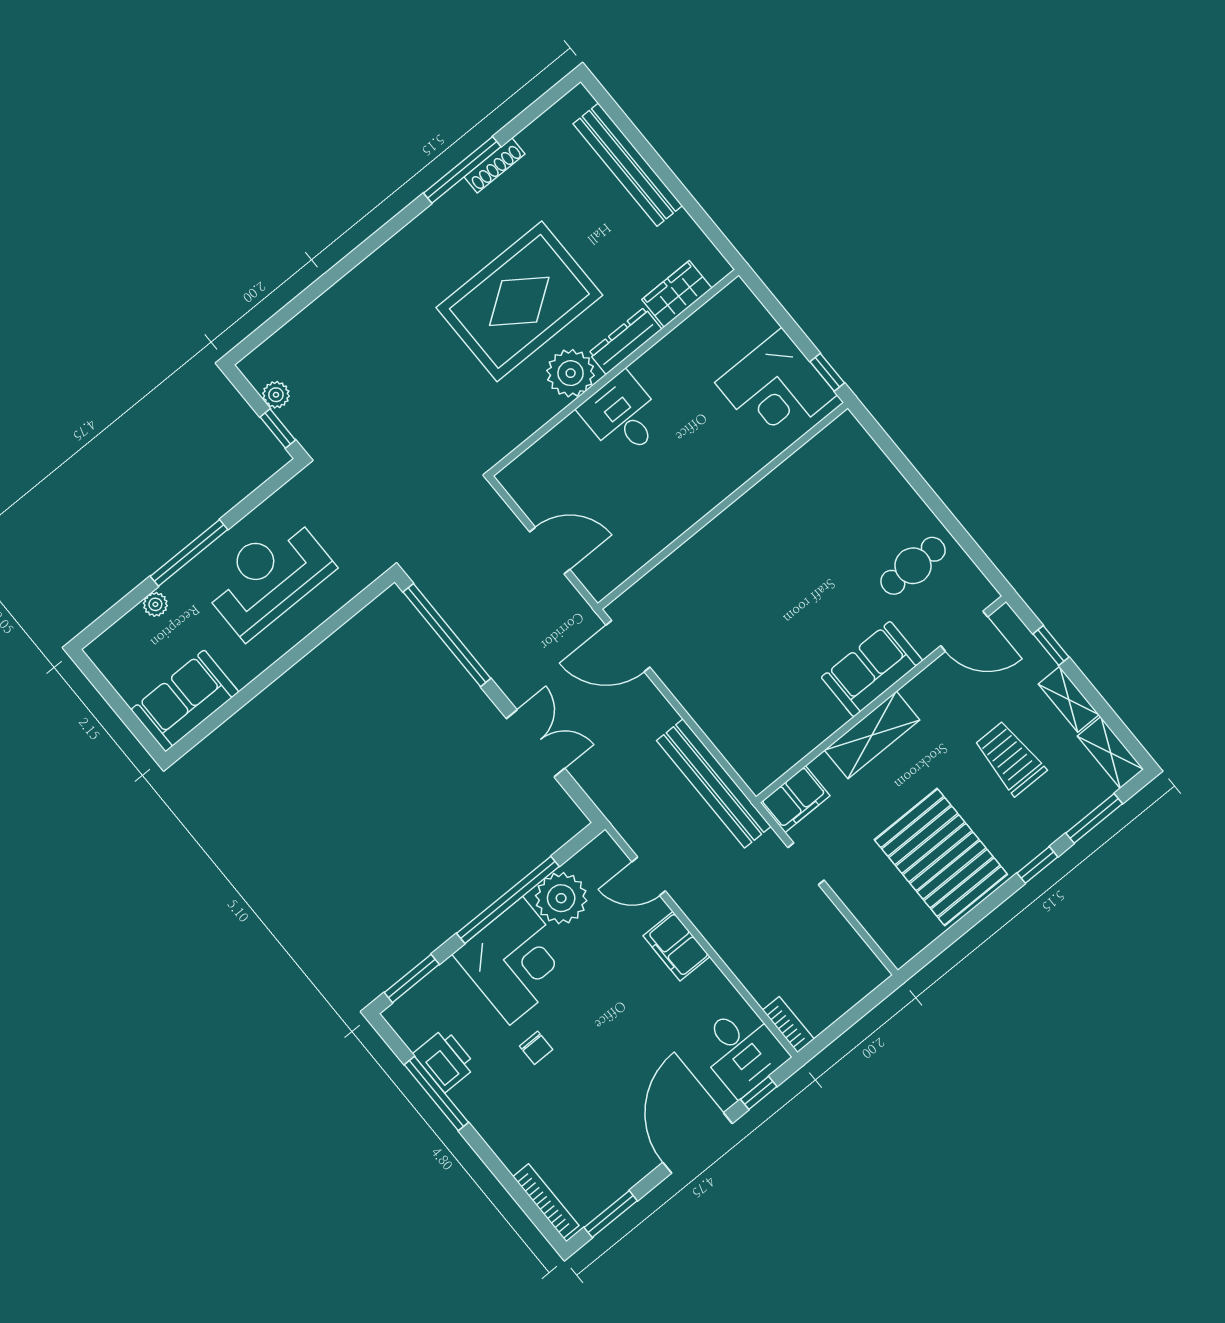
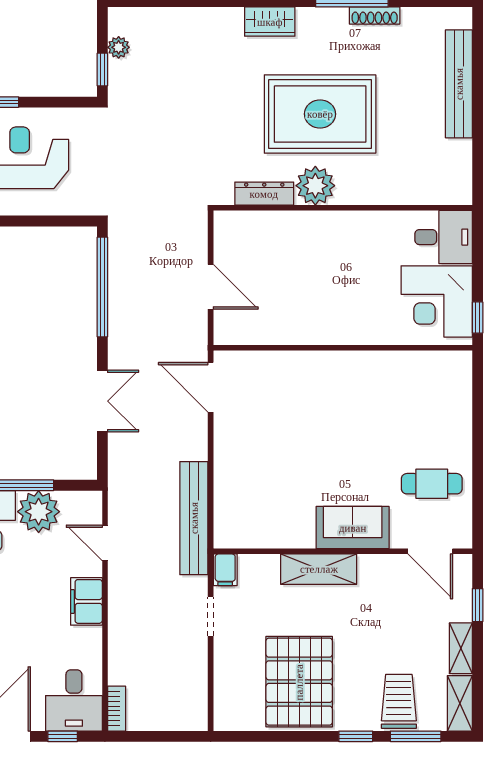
wardrobe: (677, 294) -> (270, 22), moved, turned 180
dresser: (625, 341) -> (264, 194), moved
desk: (622, 416) -> (444, 237), moved, turned 90
trolley: (1010, 758) -> (399, 701), moved
filing cabinet: (795, 799) -> (225, 570), width x0.50

